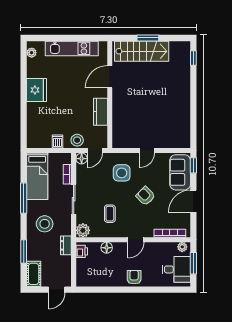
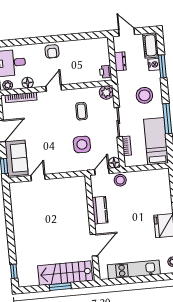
dishwasher: (57, 142) -> (139, 177), removed
door: (147, 151) -> (38, 178), moved
side table: (122, 173) -> (82, 144), moved
armchair: (145, 196) -> (48, 132), removed
dresser: (66, 245) -> (120, 61), moved
floor lamp: (107, 248) -> (28, 83), moved
nightstand: (32, 254) -> (154, 64), added
door: (57, 290) -> (127, 32), hinge flipped

